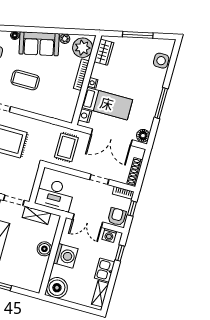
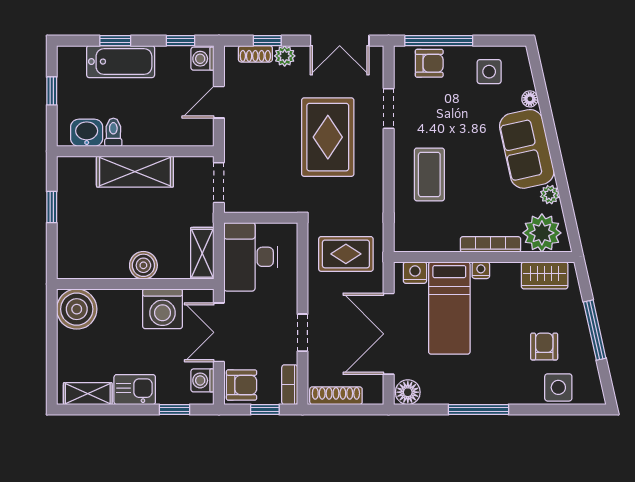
armchair: (139, 62) -> (544, 346), added
coffee table: (25, 80) -> (429, 174), moved
shelving: (37, 215) -> (202, 253), moved
washing machine: (66, 256) -> (163, 309), moved

